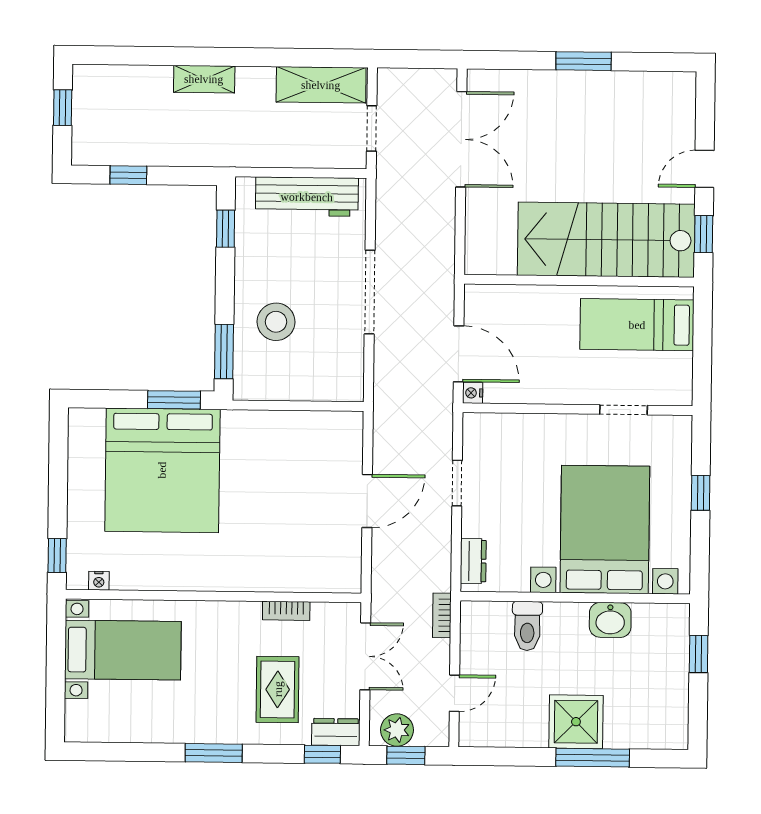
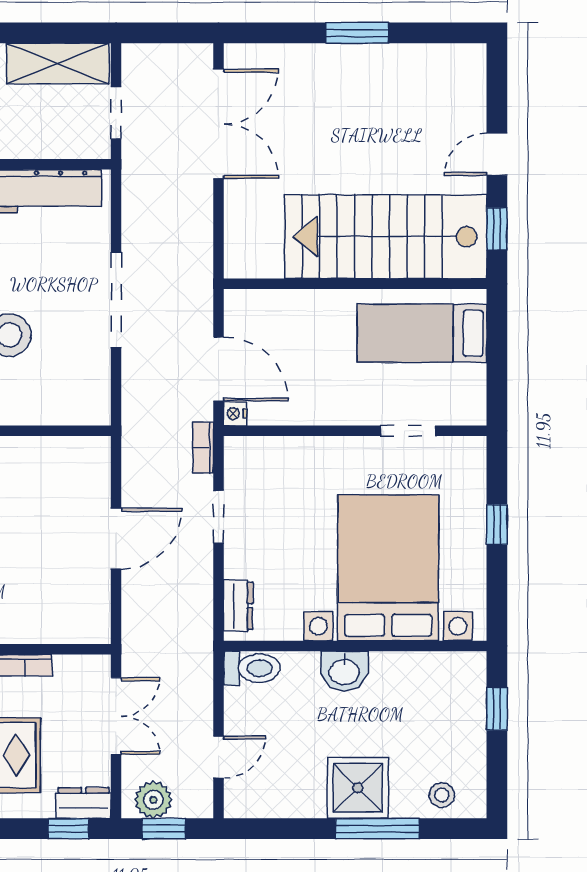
bookcase: (442, 615) -> (203, 448), moved
washbasin: (610, 620) -> (344, 671), moved
toilet: (527, 626) -> (252, 668), moved, turned -90
stool: (649, 729) -> (442, 795), added

